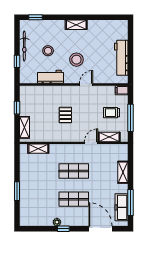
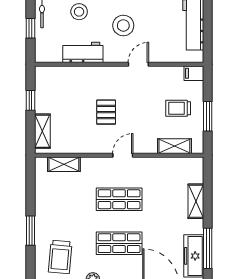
window: (130, 118) -> (208, 116), width x0.69
door: (91, 143) -> (123, 155), moved
trolley: (36, 208) -> (60, 257), added

